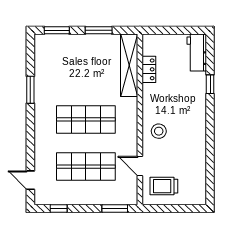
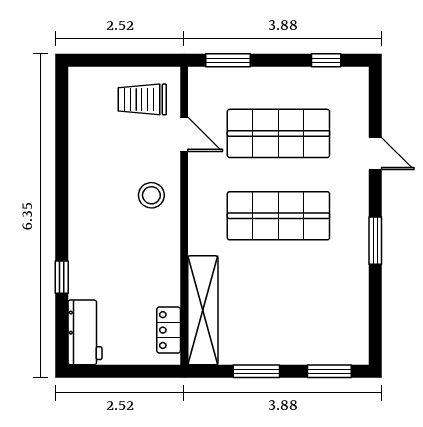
locker: (149, 69) -> (169, 330), moved
window: (30, 90) -> (375, 241), moved
door: (30, 180) -> (375, 154), moved
trolley: (164, 186) -> (142, 99), turned 180

